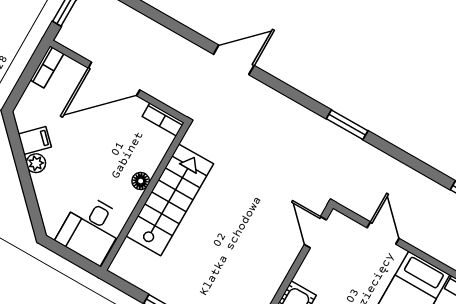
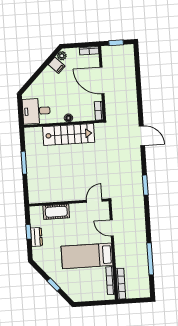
door: (234, 60) -> (142, 136), moved
plant: (36, 163) -> (62, 56), moved
door: (383, 233) -> (112, 228), swing flipped

